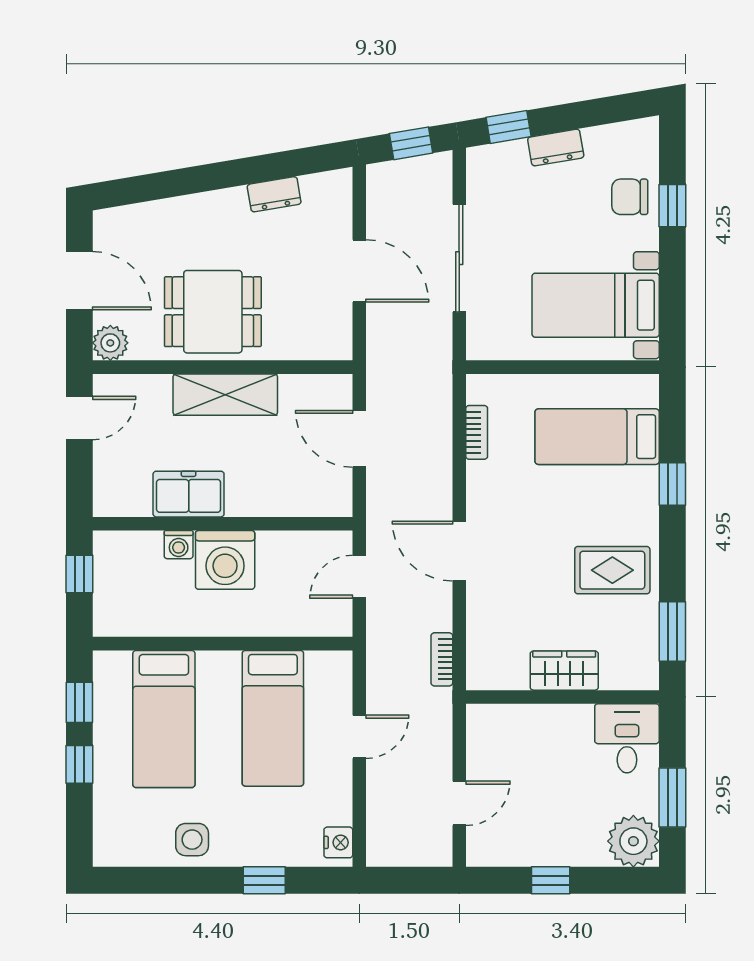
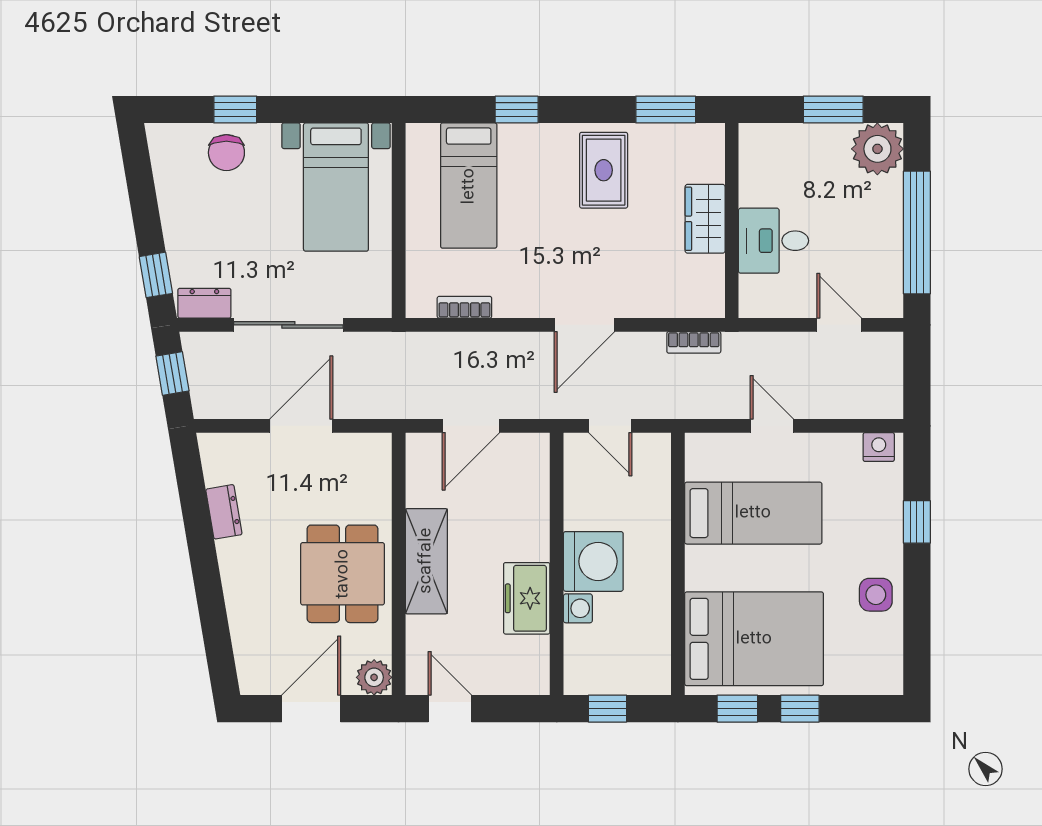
dresser: (556, 148) -> (204, 303), moved, turned -80
bed: (164, 719) -> (754, 639), width x1.50
desk: (627, 738) -> (773, 241), moved
window: (551, 880) -> (917, 232), width x3.17

